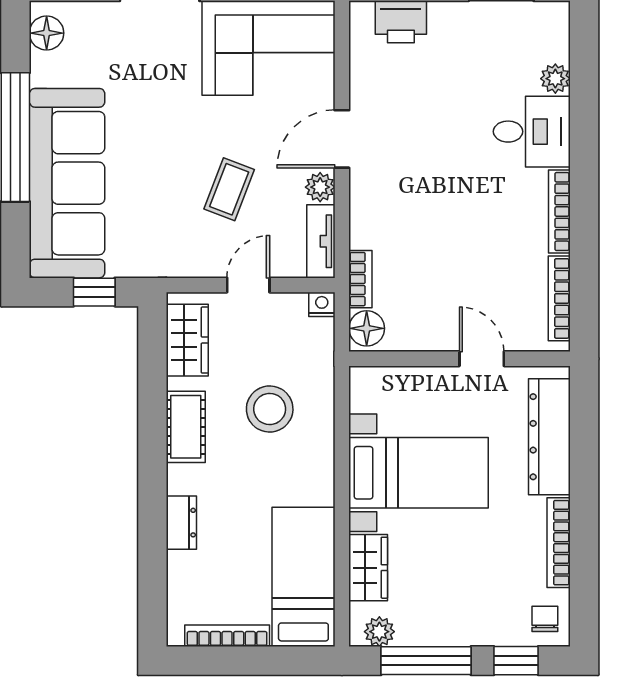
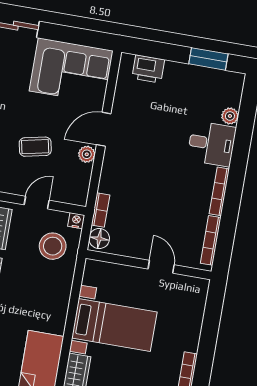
coffee table: (229, 189) -> (35, 147), turned 57
tv unit: (321, 241) -> (82, 185), removed
stool: (270, 409) -> (53, 246), moved
dresser: (549, 437) -> (192, 317), removed

